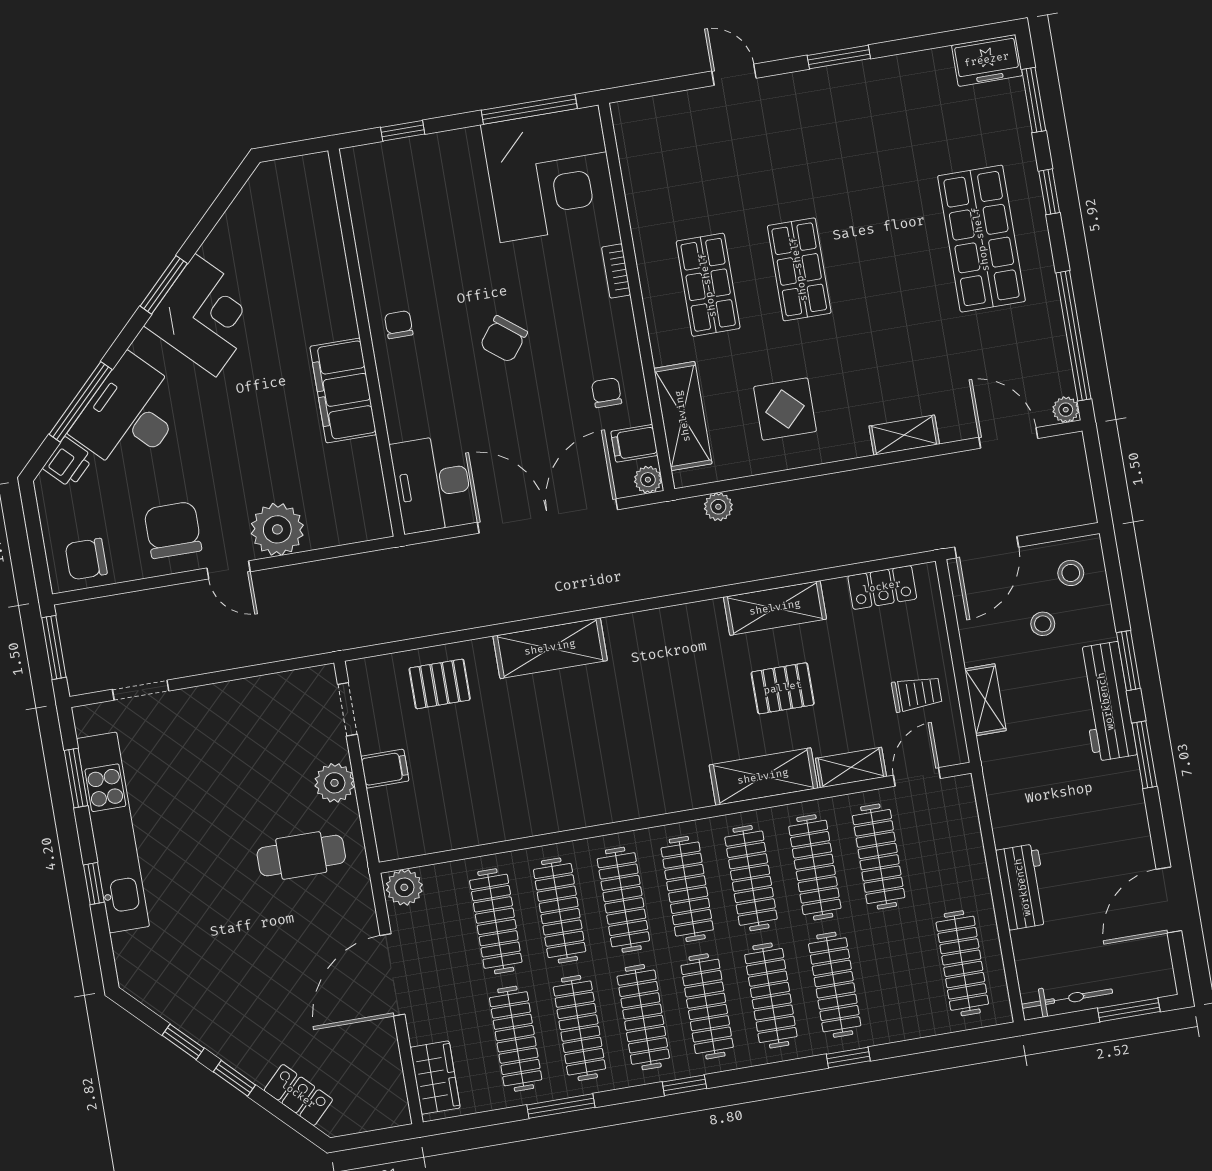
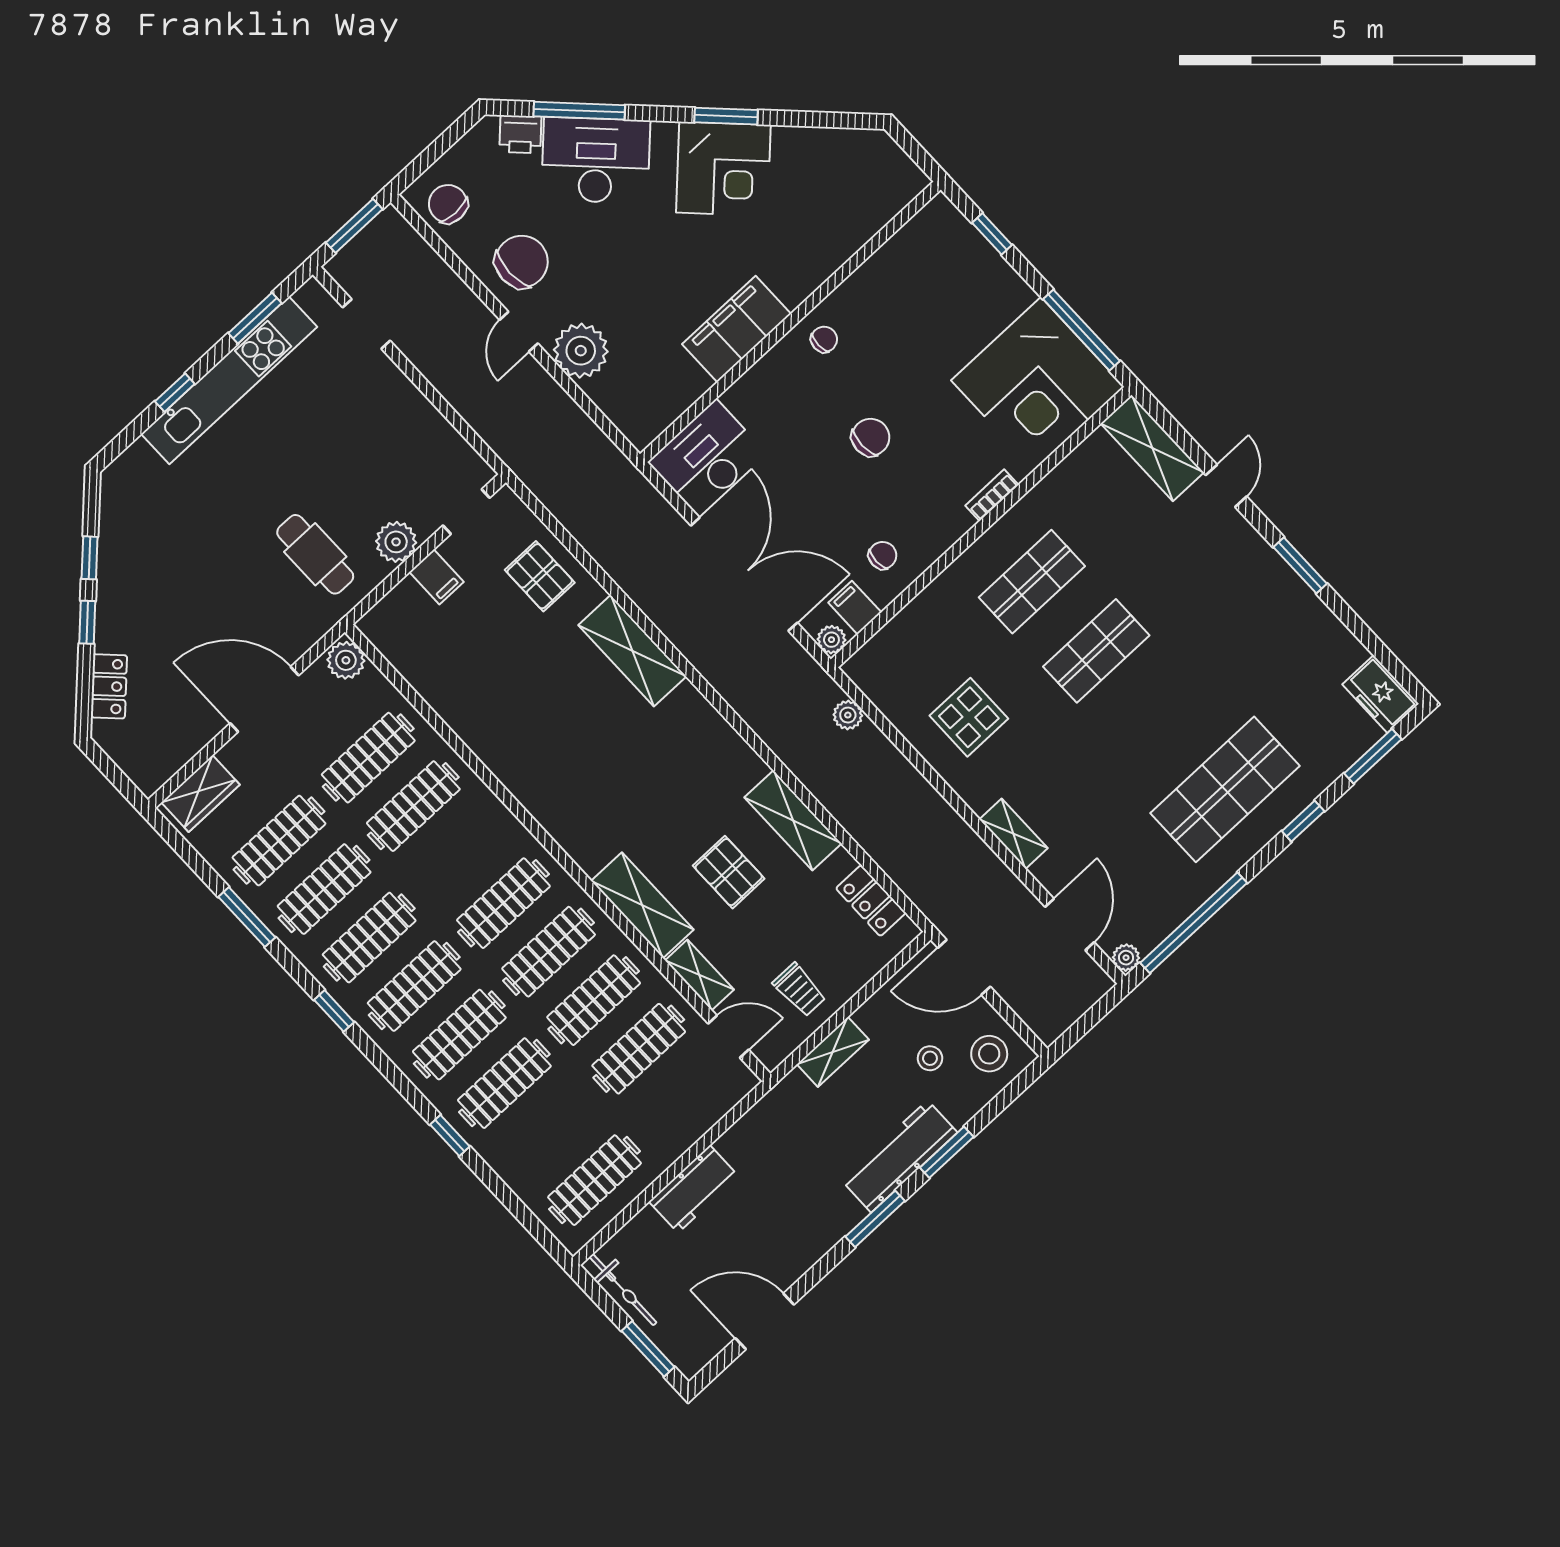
chair: (504, 339) -> (871, 437), turned 142
shelving: (683, 416) -> (1152, 448), moved, turned 90
stool: (1071, 573) -> (989, 1054), width x1.37, depth x1.37
clothes rail: (623, 900) -> (458, 855), removed

